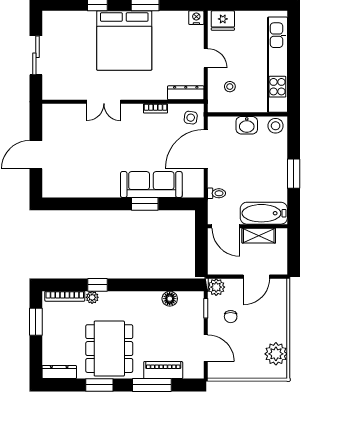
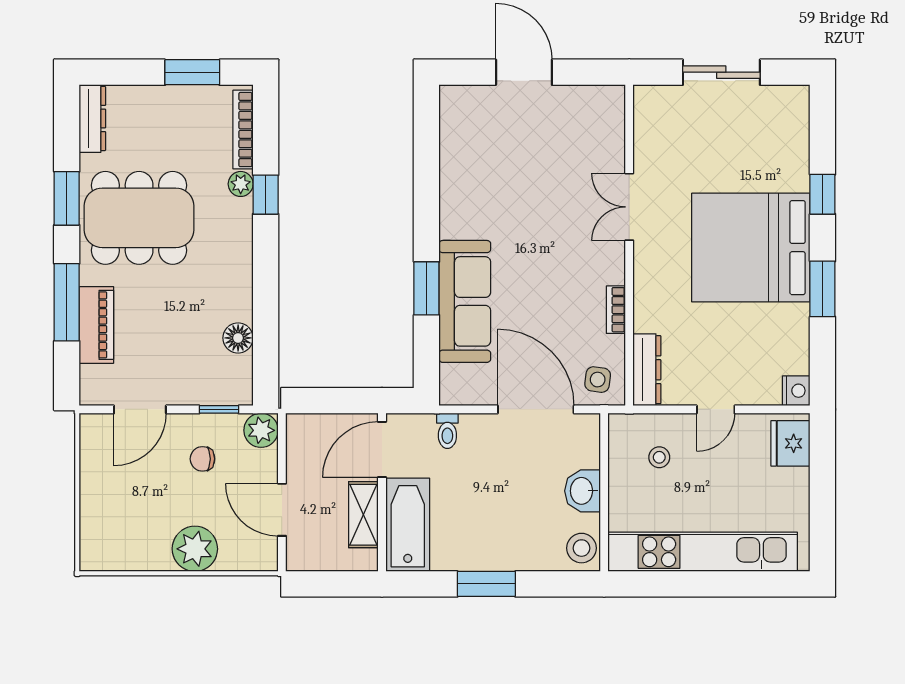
plant: (276, 354) -> (195, 549), moved

